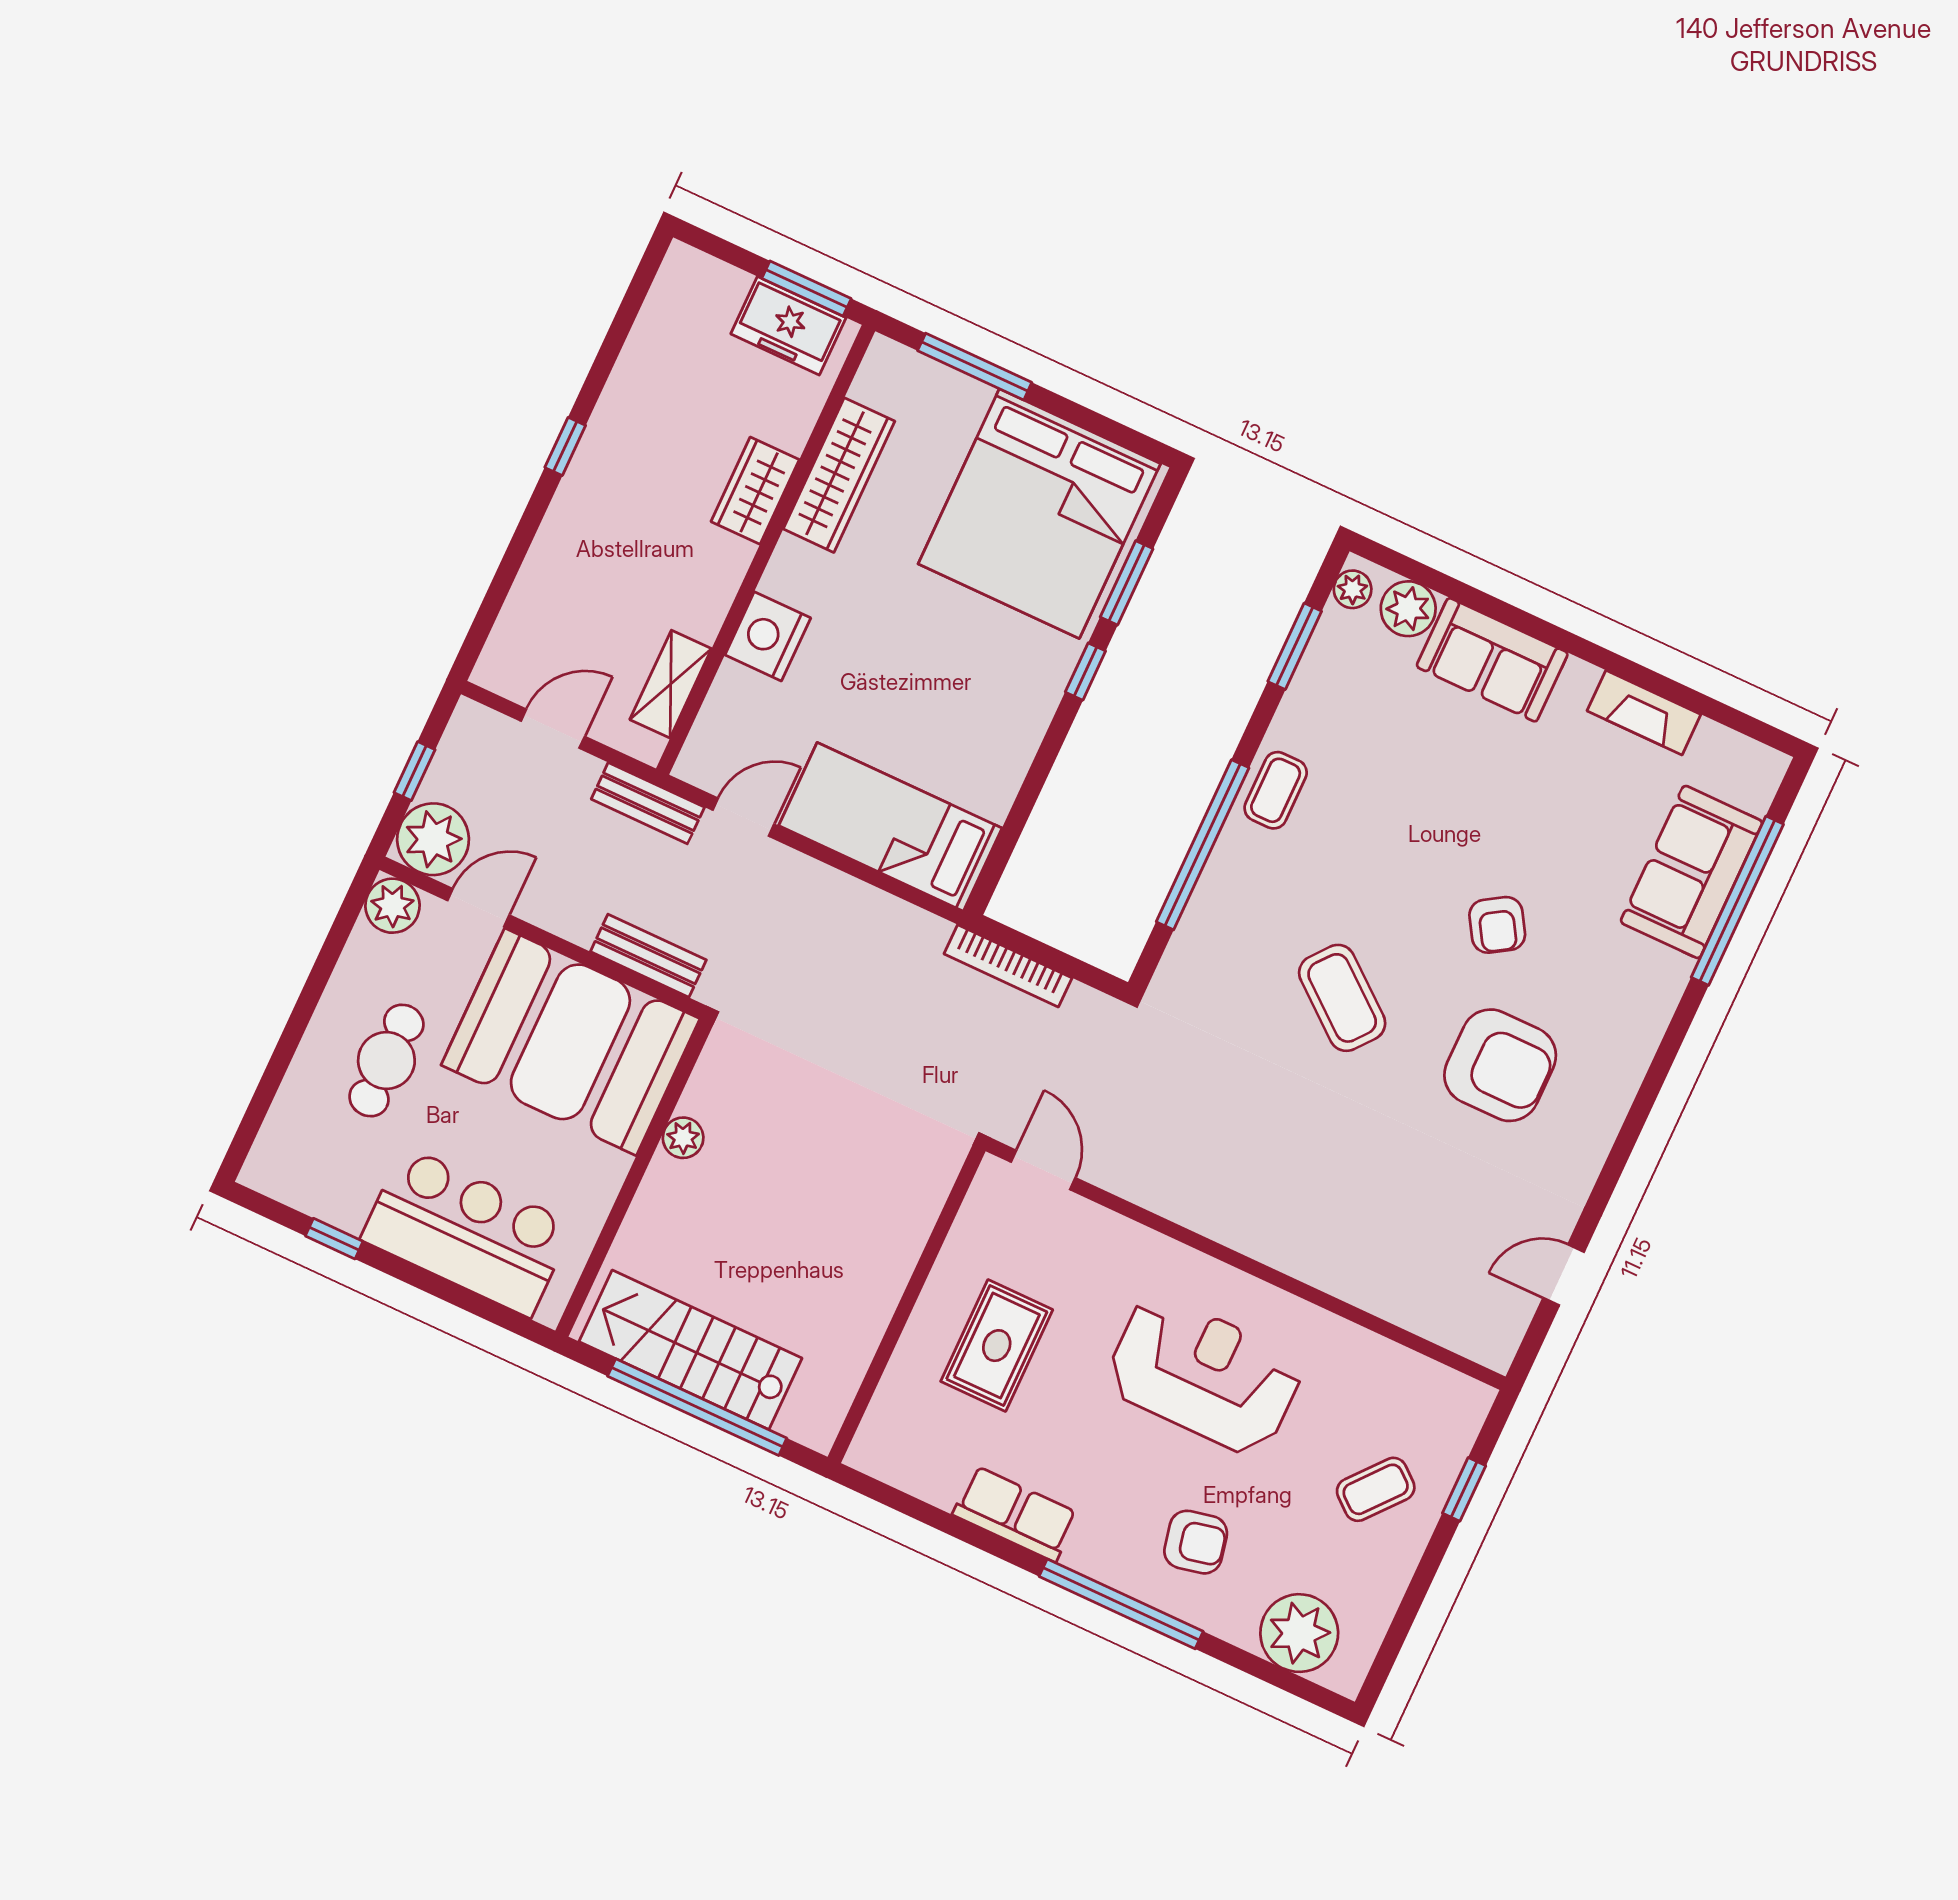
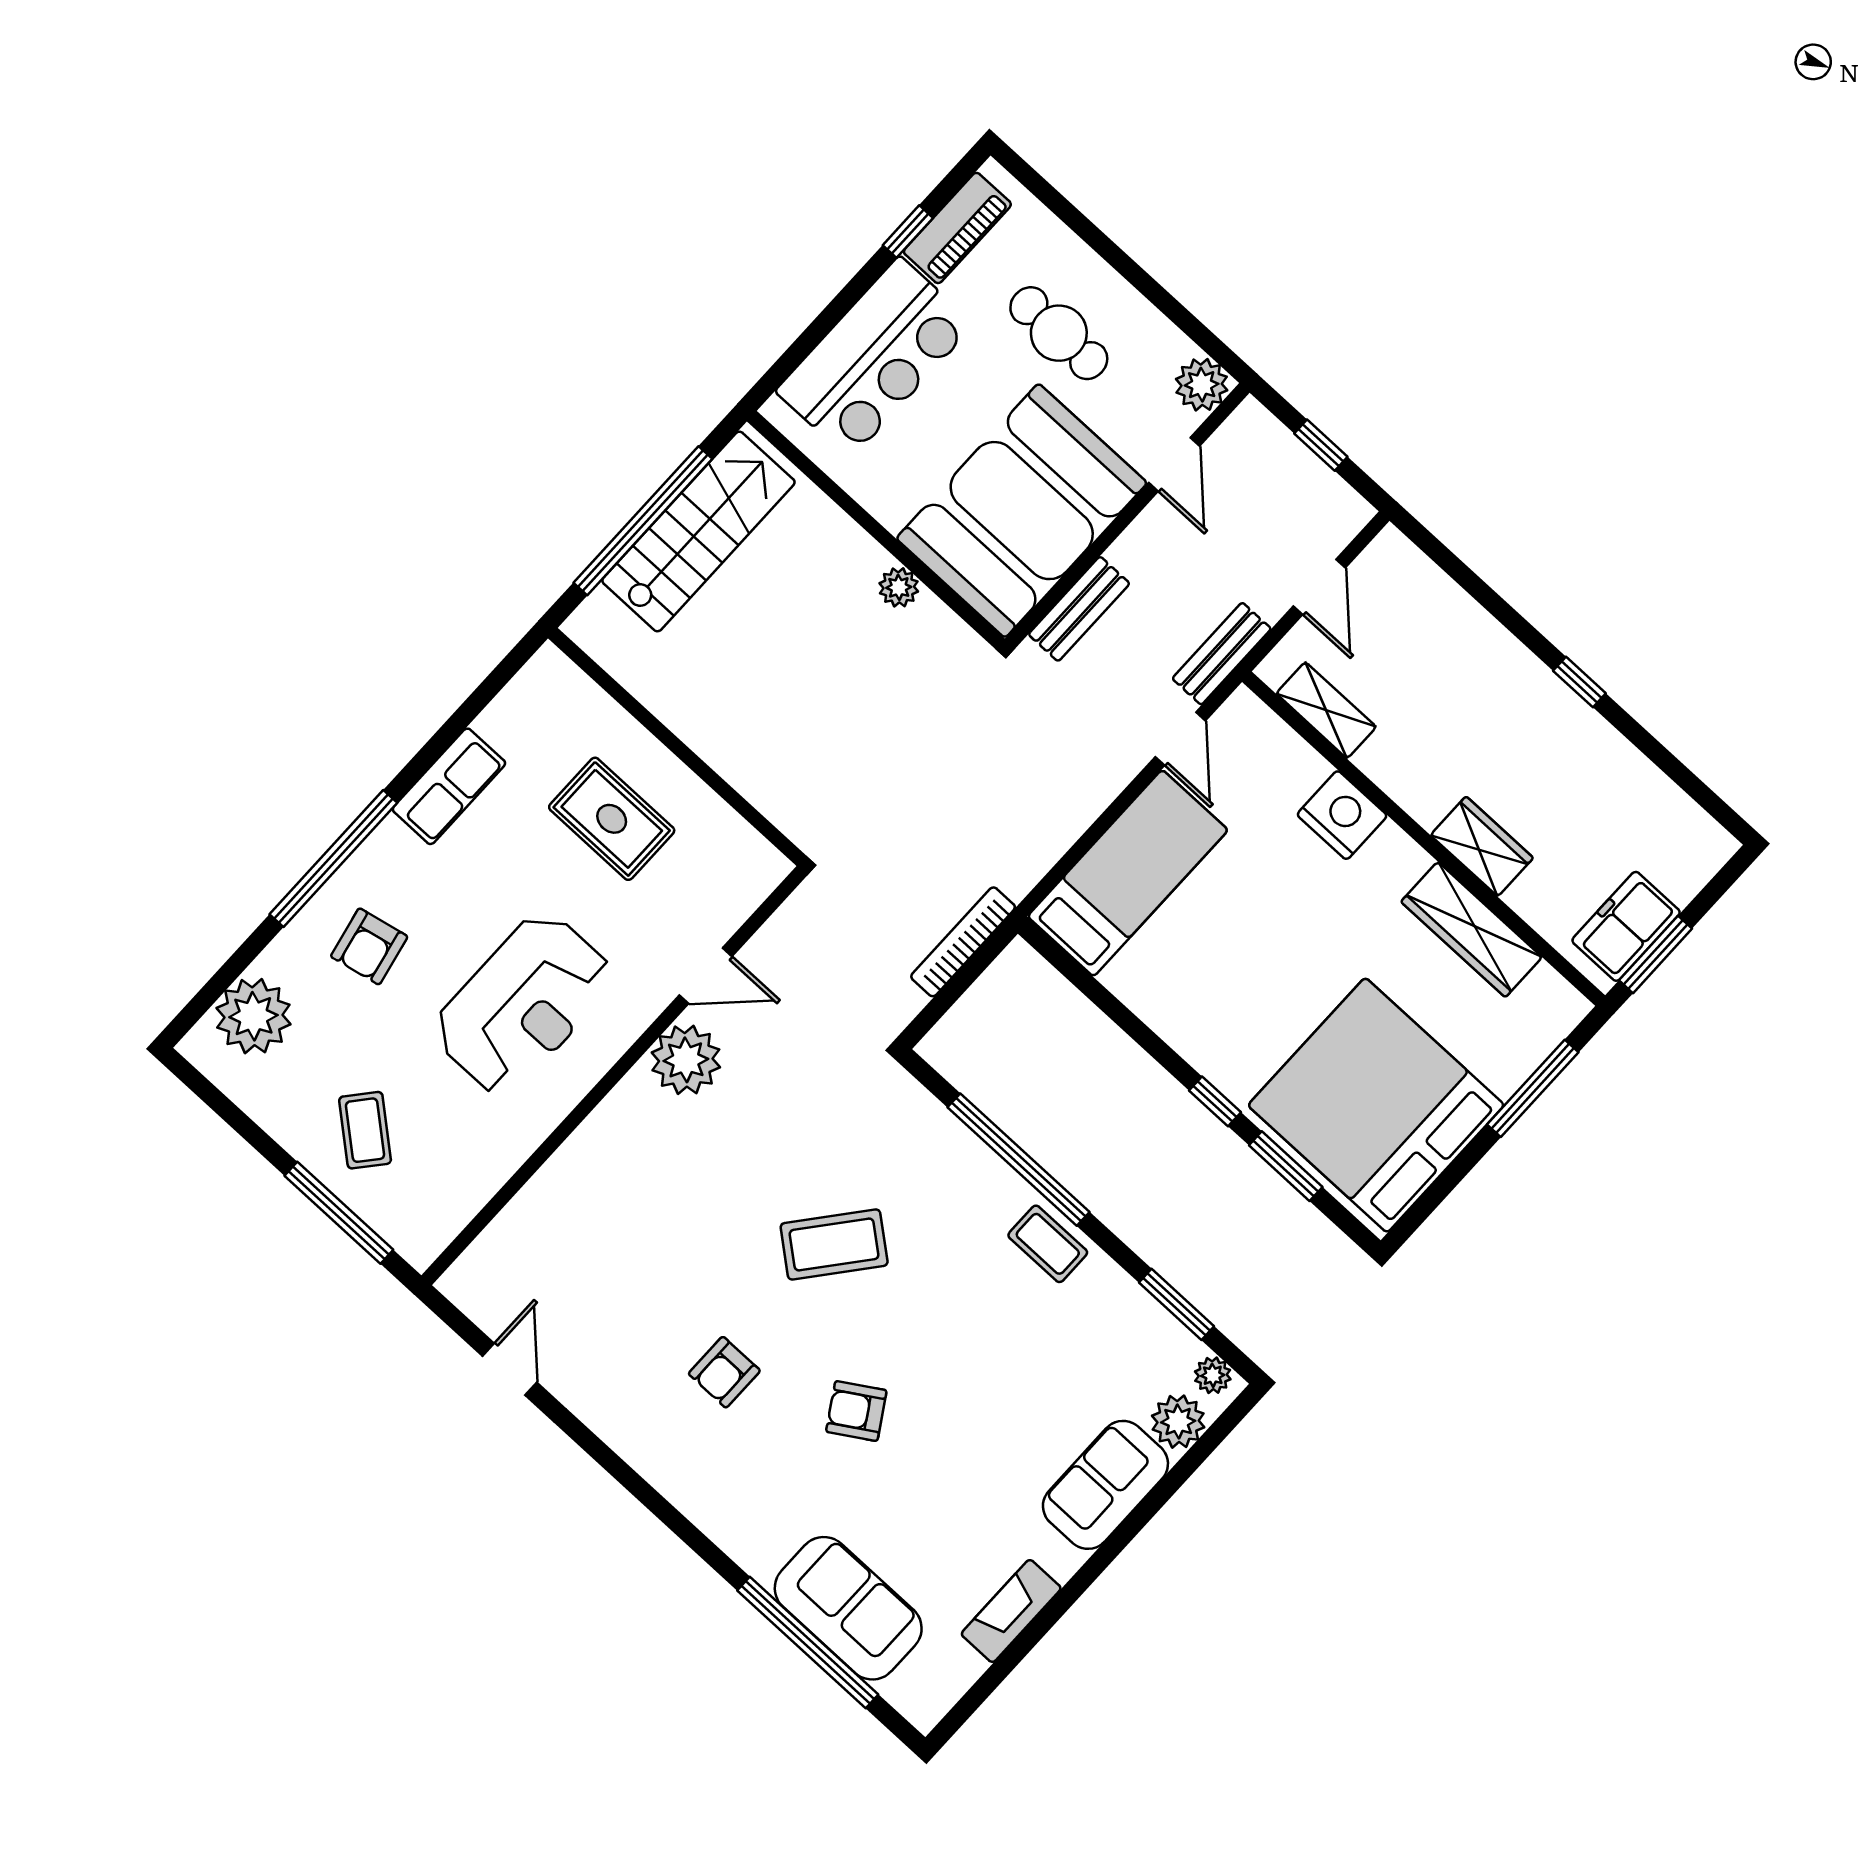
plant: (433, 839) -> (686, 1060), moved
armchair: (1500, 1065) -> (724, 1372), width x0.53, depth x0.53
door: (1043, 1170) -> (706, 976), moved
piano: (315, 1192) -> (957, 228), added
window: (1464, 1489) -> (339, 1213), width x2.17

